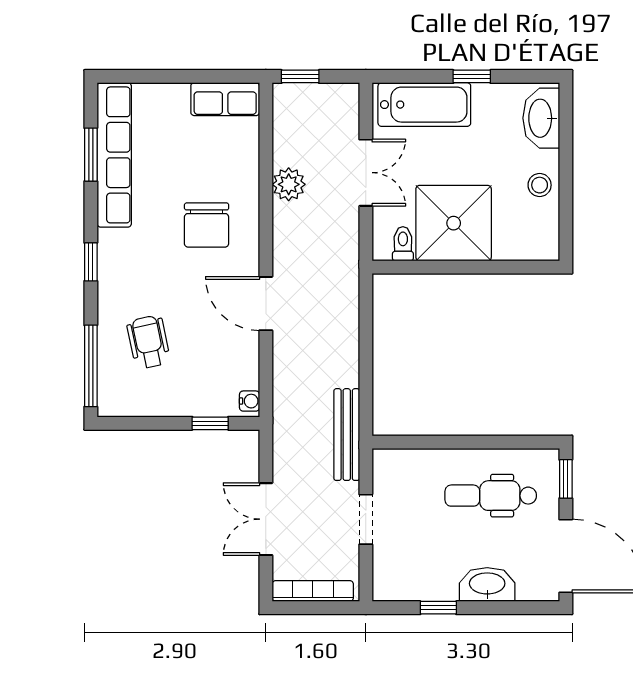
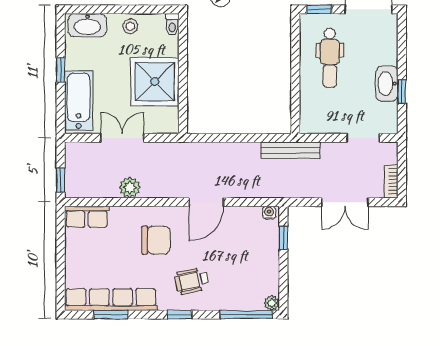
row of seats: (225, 99) -> (87, 217), moved, turned 90
toilet: (403, 244) -> (172, 24), moved, turned -90
wheelchair: (149, 342) -> (192, 281), moved
plant: (109, 405) -> (272, 303), added
doorway: (366, 519) -> (363, 138), moved
washbasin: (487, 584) -> (387, 84), moved
bookcase: (313, 591) -> (391, 181), width x0.64

